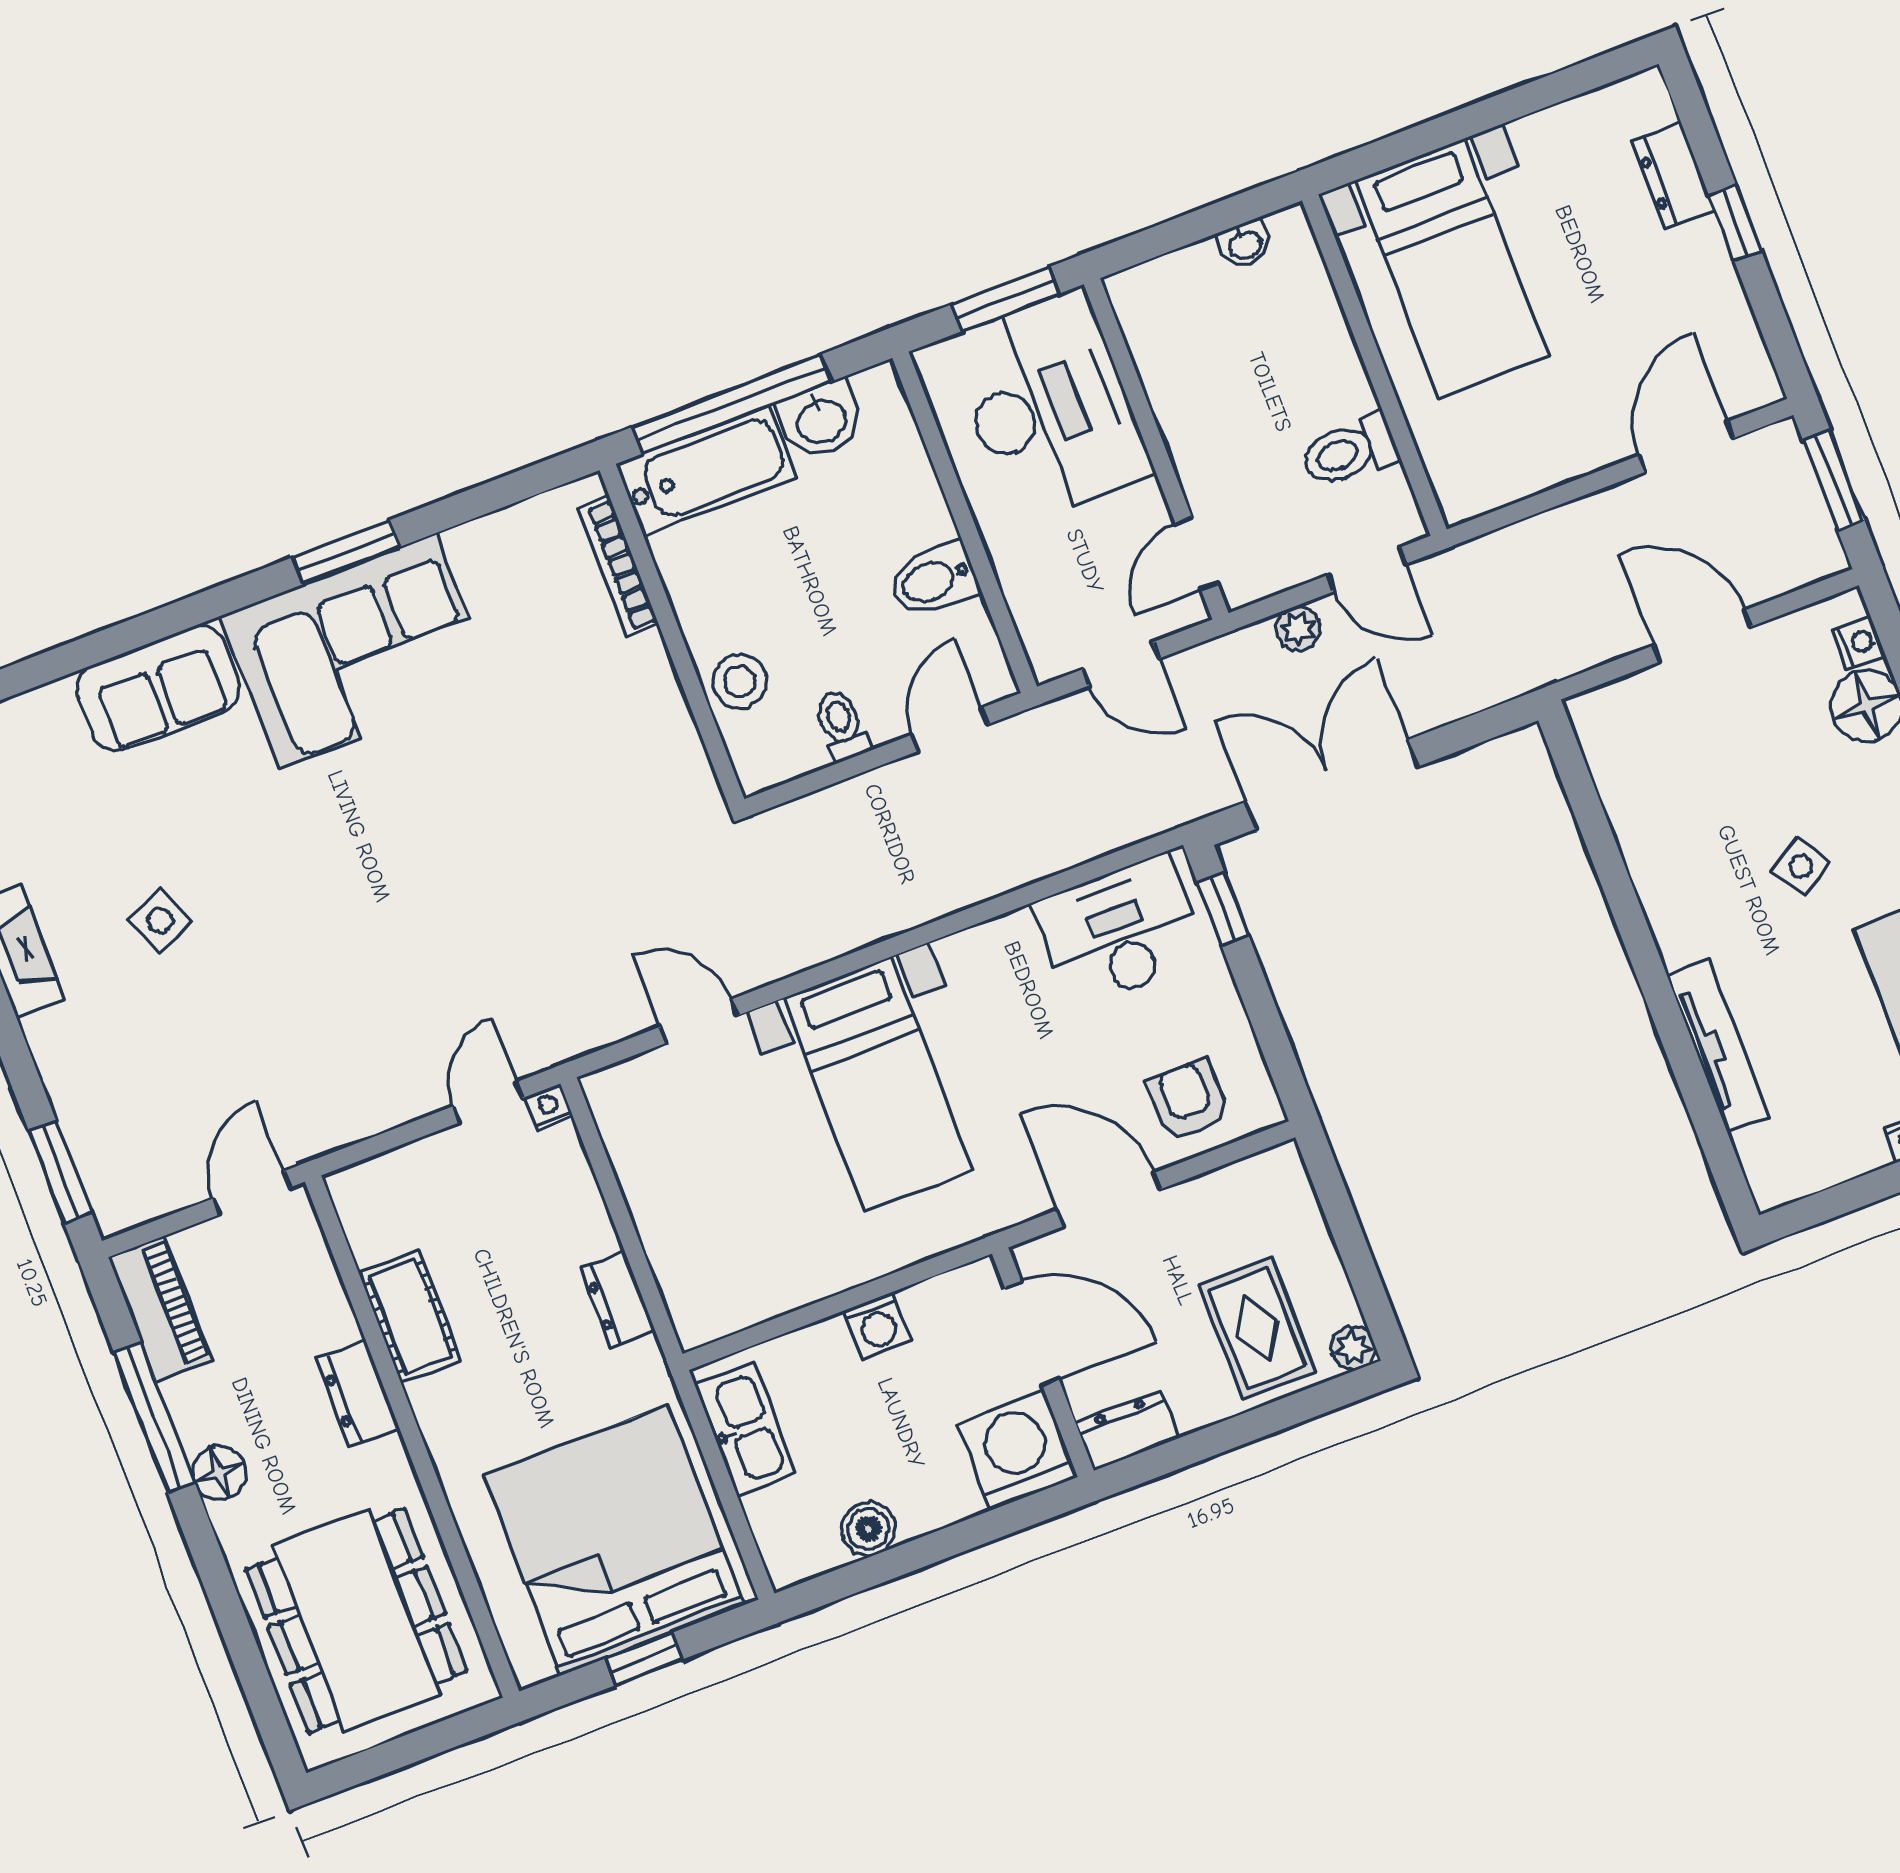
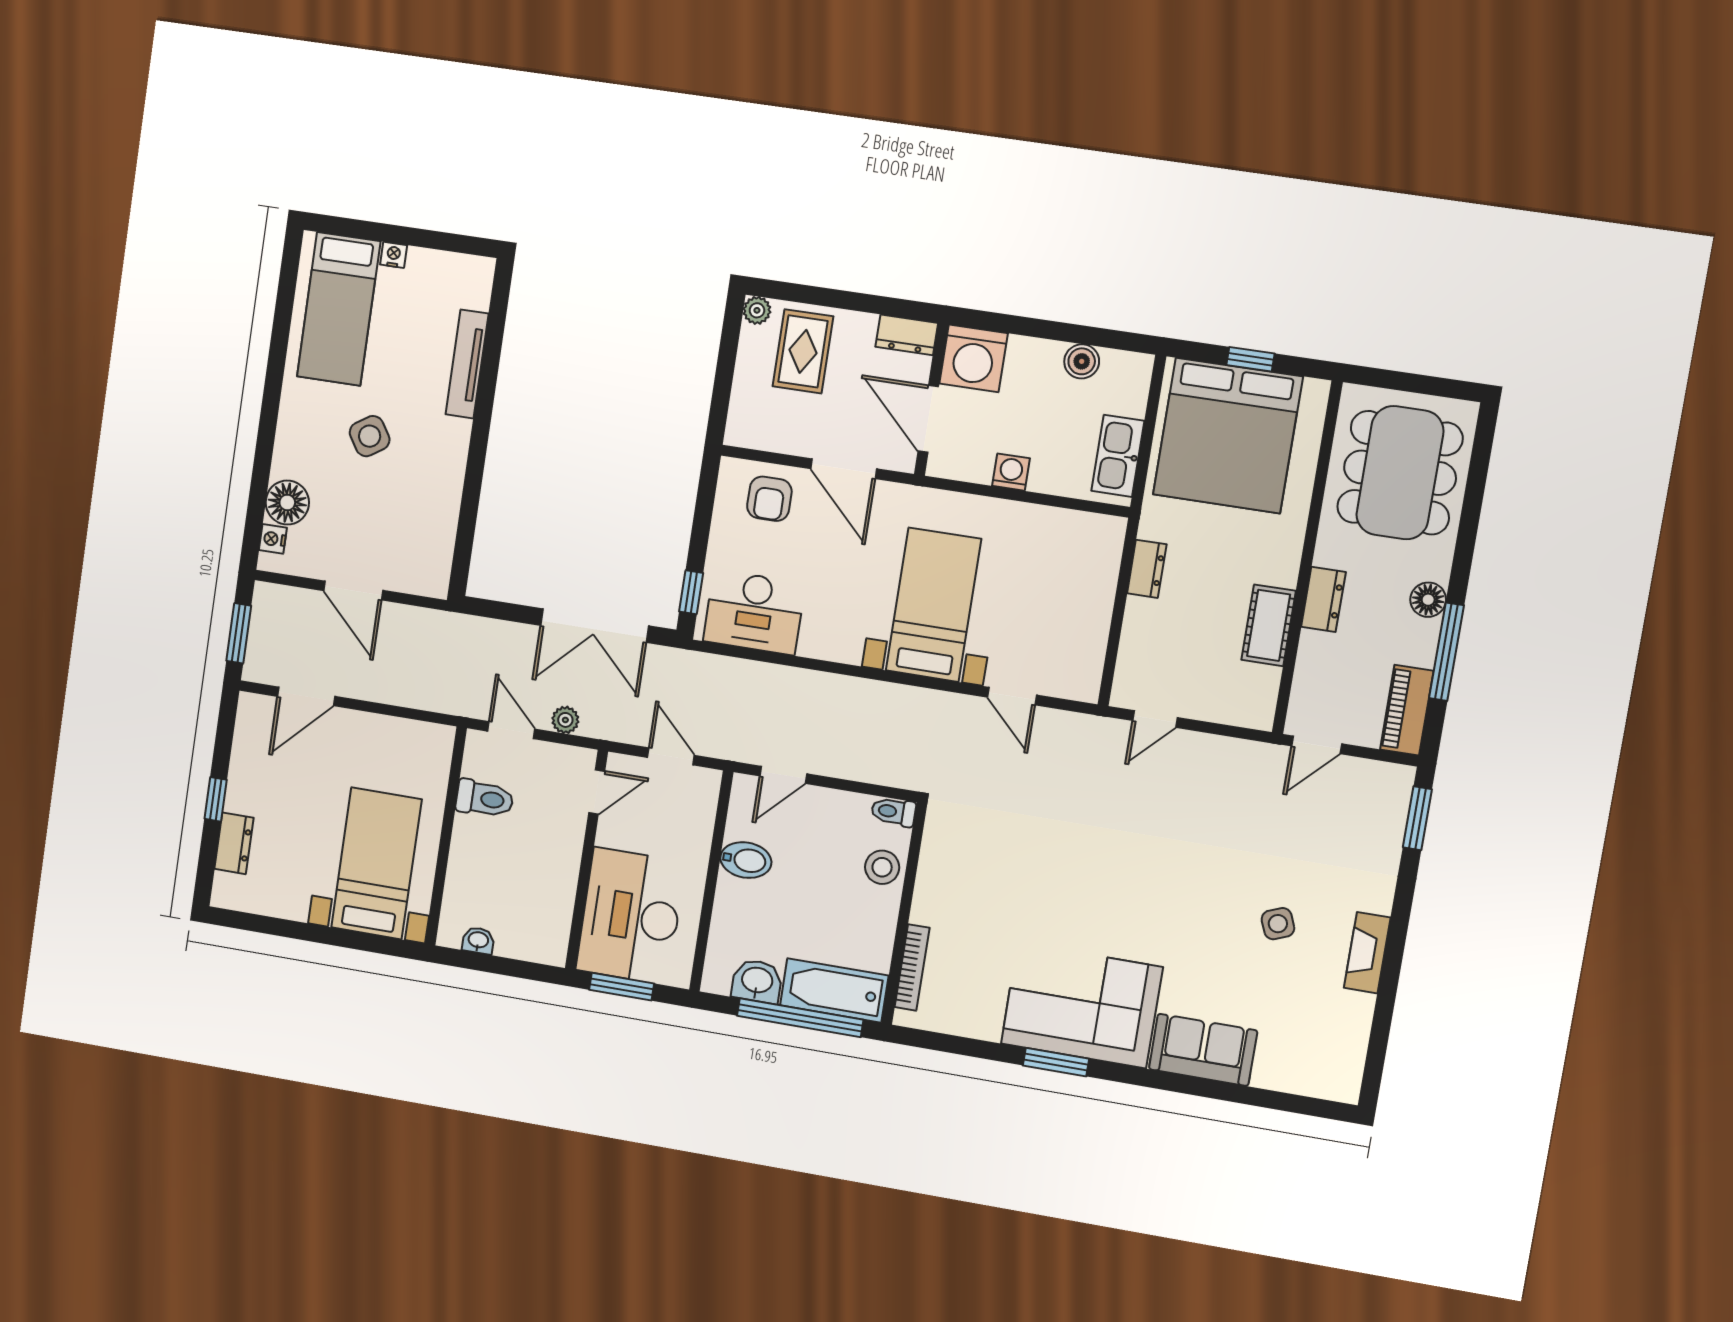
toilet: (842, 725) -> (893, 812), moved, turned 90
side table: (1801, 867) -> (370, 436), width x1.37, depth x1.37
nightstand: (549, 1107) -> (1123, 697), removed

